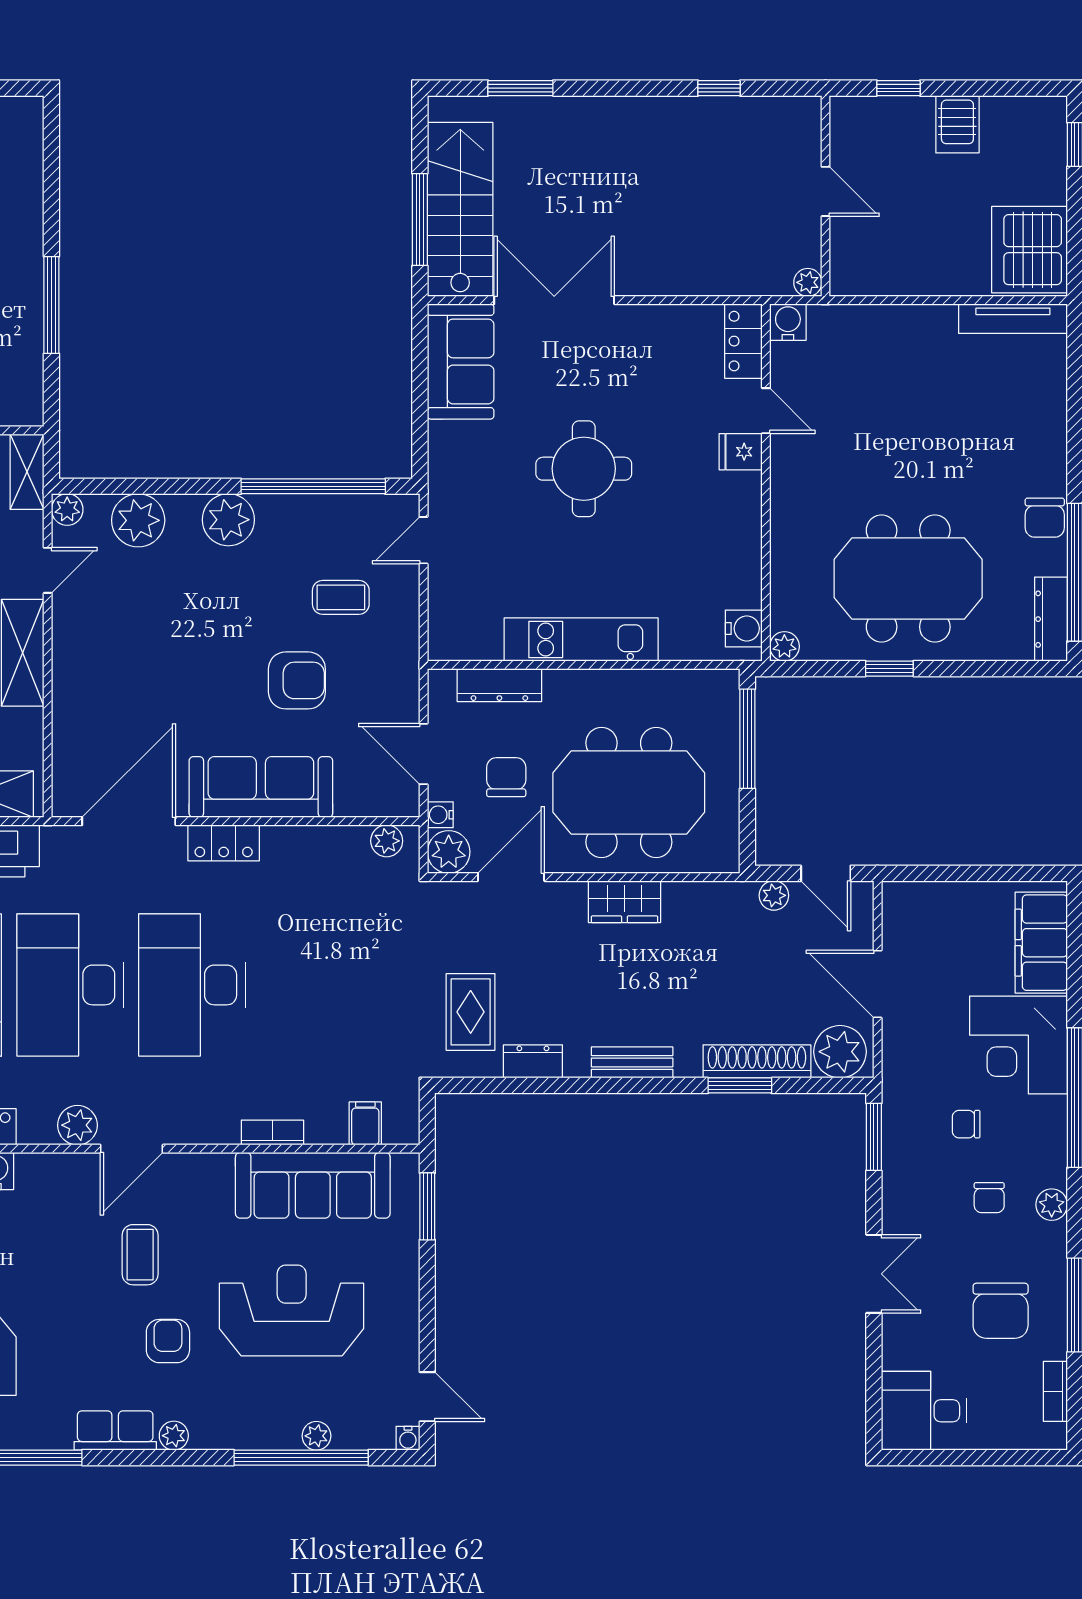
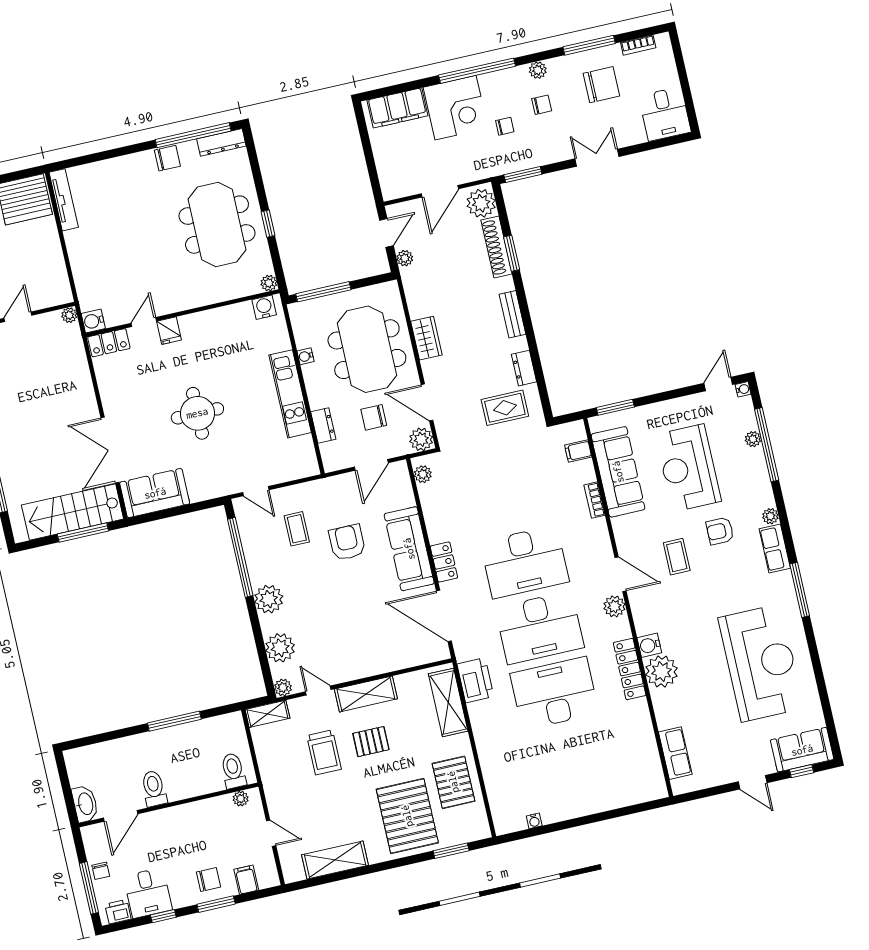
dresser: (499, 685) -> (323, 425), width x0.70
water cooler: (440, 815) -> (305, 356), moved, turned 90
chair: (966, 1124) -> (505, 126), turned -90
coffee table: (140, 1255) -> (677, 557), turned 90

